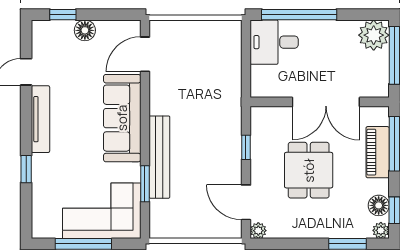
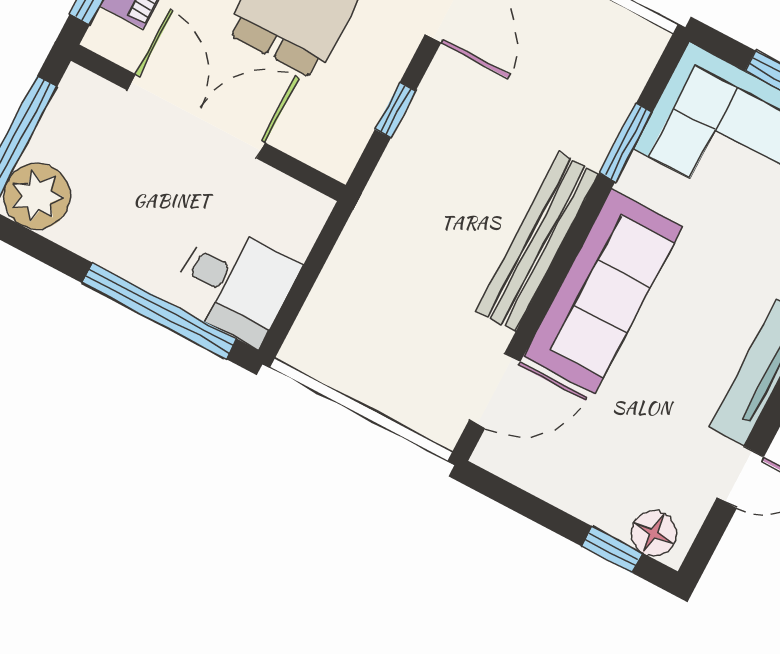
floor lamp: (85, 30) -> (654, 533), moved
bench: (159, 157) -> (538, 242), moved

